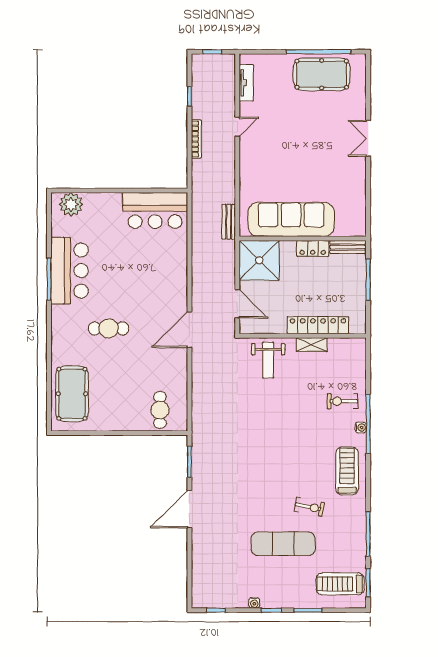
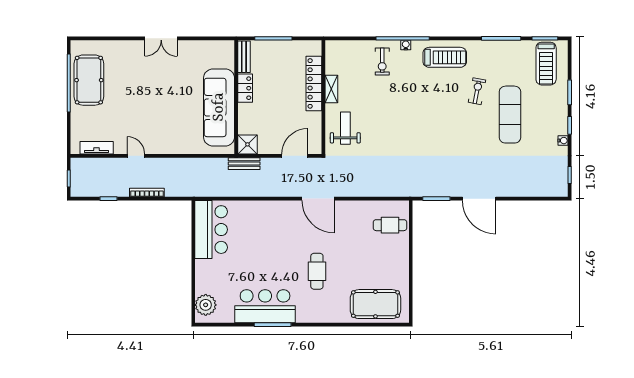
double door: (368, 138) -> (161, 38), moved
bench: (229, 222) -> (244, 164), moved
shower: (259, 260) -> (247, 144), width x0.54, depth x0.54
weight bench: (268, 360) -> (345, 128), turned -90
treadmill: (347, 471) -> (445, 57), turned 180

